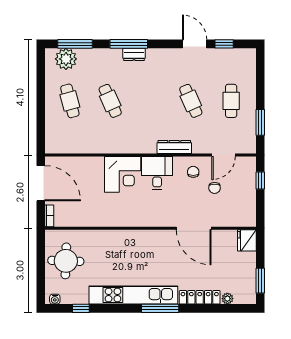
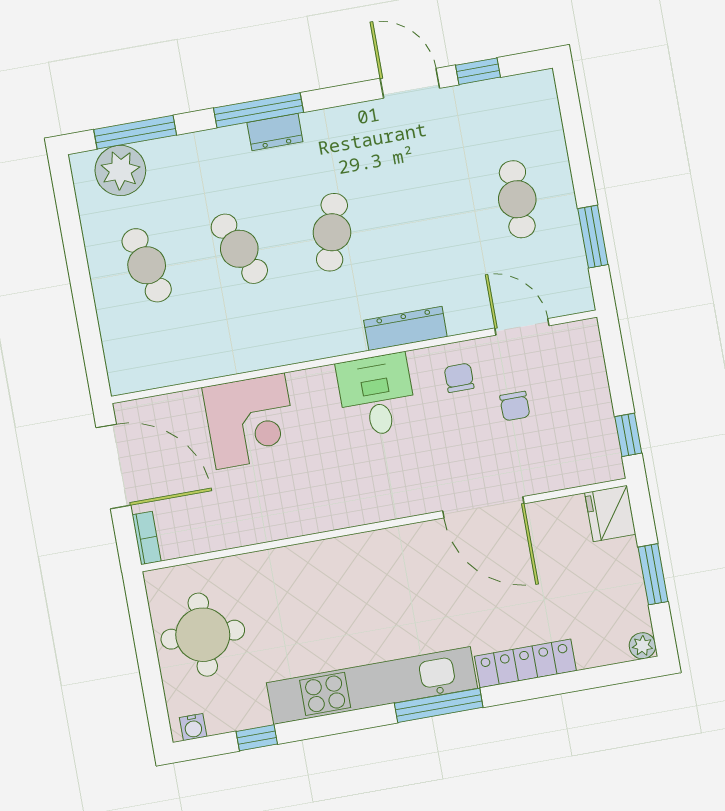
cafe table: (191, 101) -> (332, 232), moved, turned 39
door: (224, 155) -> (522, 327), swing flipped
corner desk: (123, 174) -> (250, 421), moved
window: (260, 180) -> (628, 435), moved
window: (260, 281) -> (653, 574), moved
plant: (227, 299) -> (642, 646), moved

